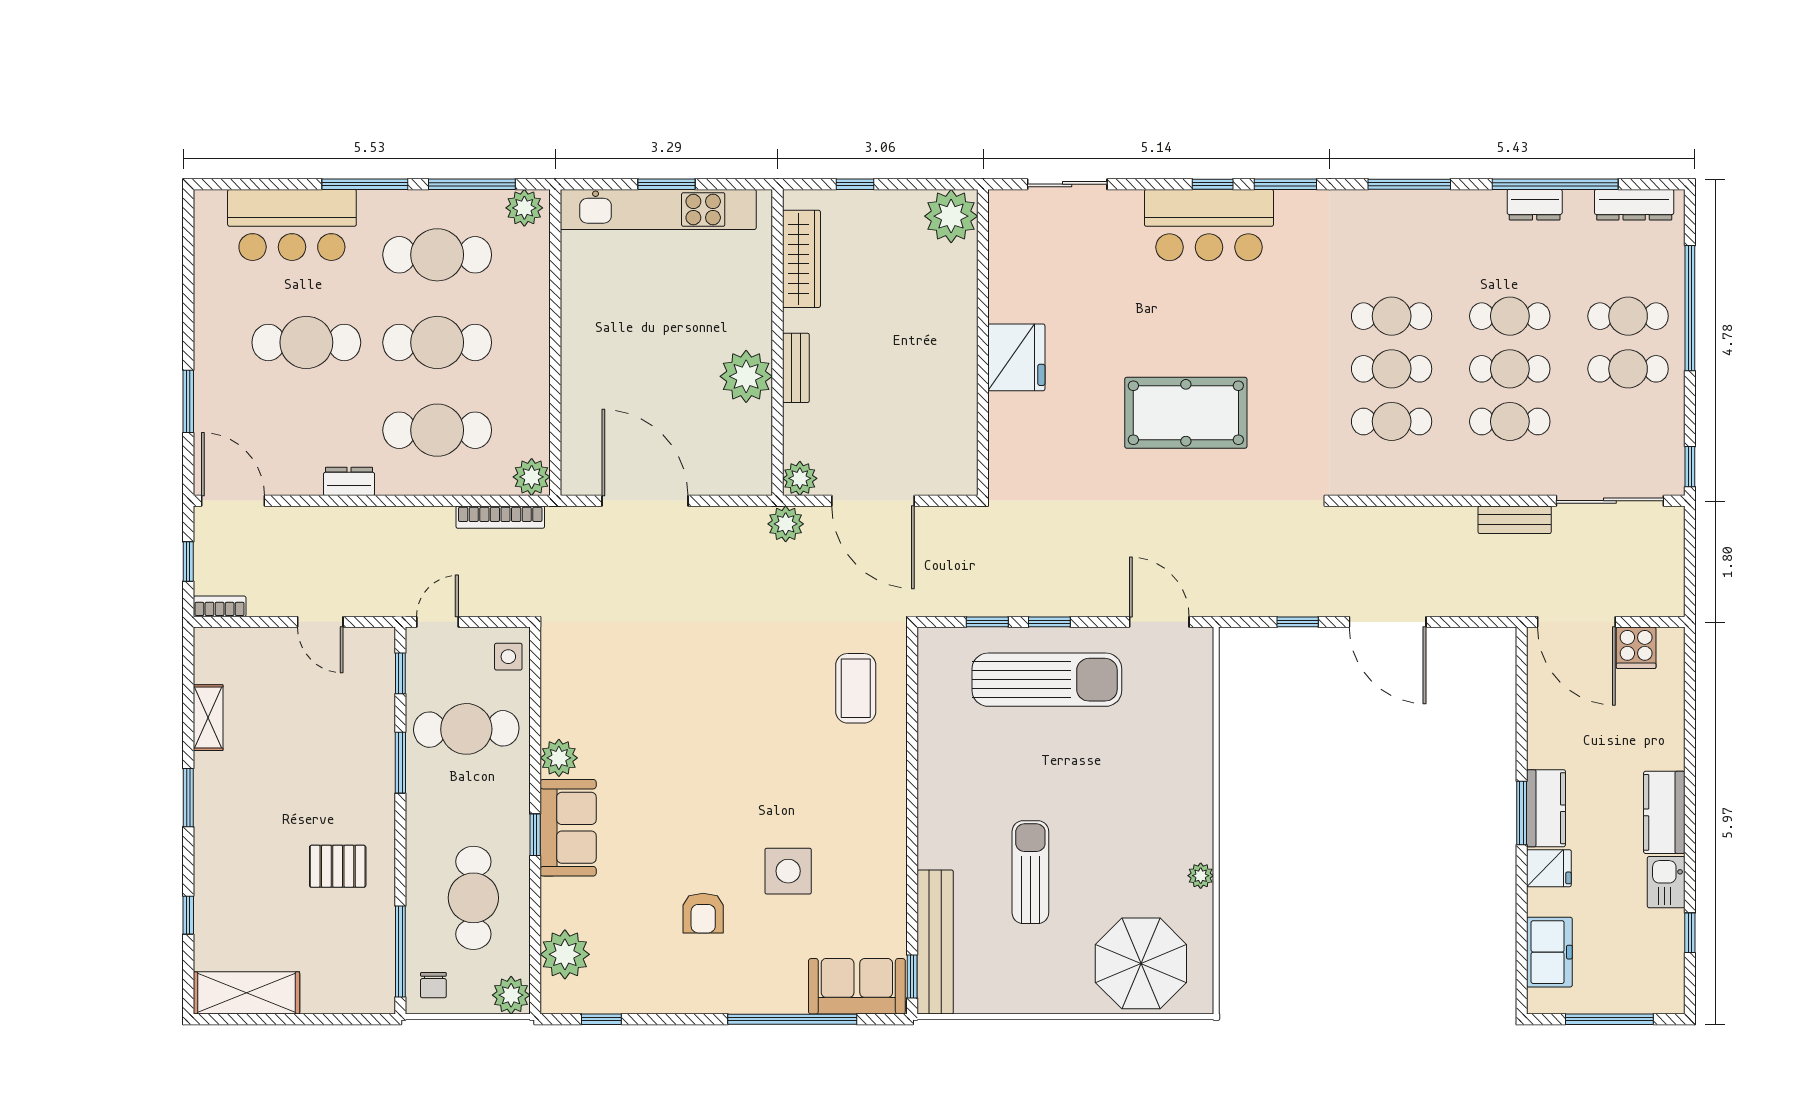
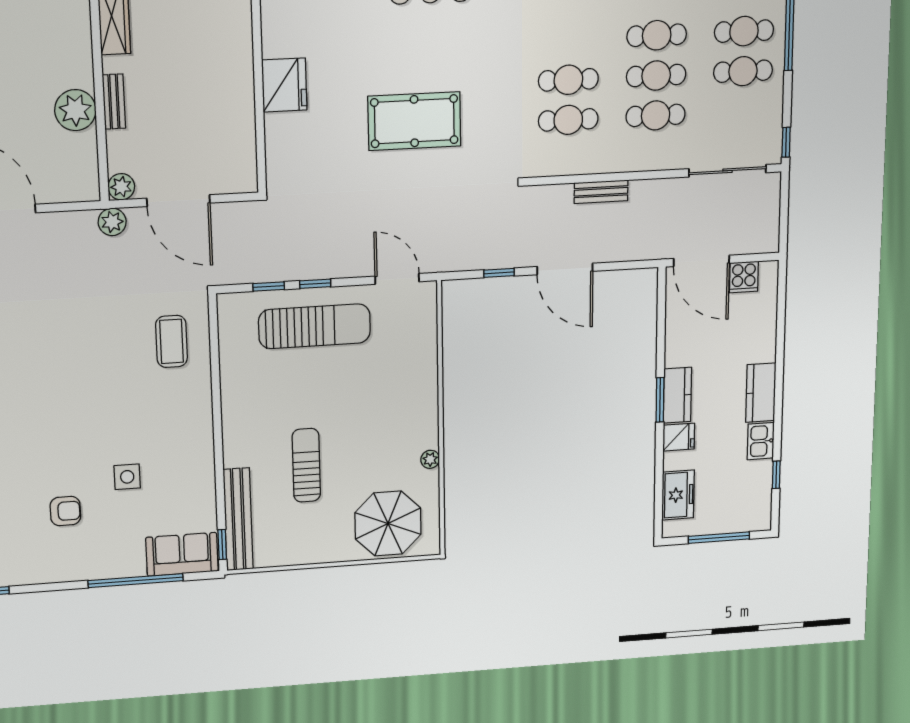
cafe table: (1392, 316) -> (569, 39), removed
bench: (1515, 520) -> (601, 192), moved
side table: (788, 871) -> (127, 477), width x0.73, depth x0.73
armchair: (703, 913) -> (65, 511), turned -90

